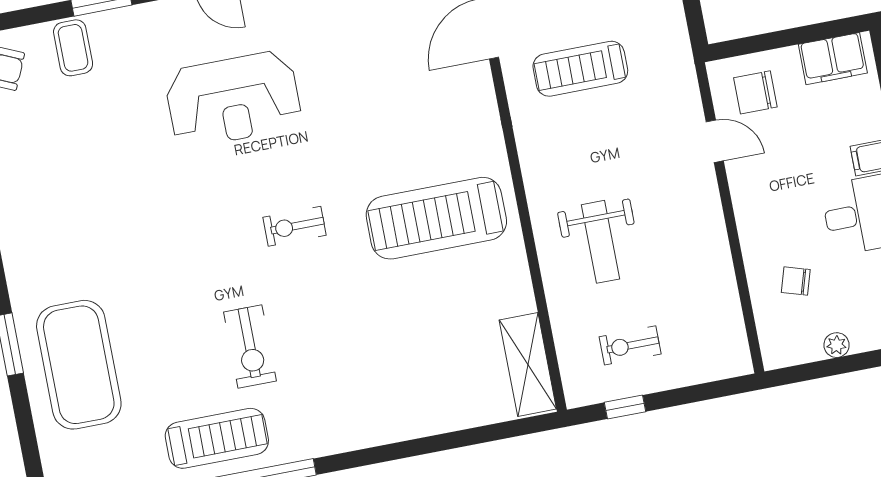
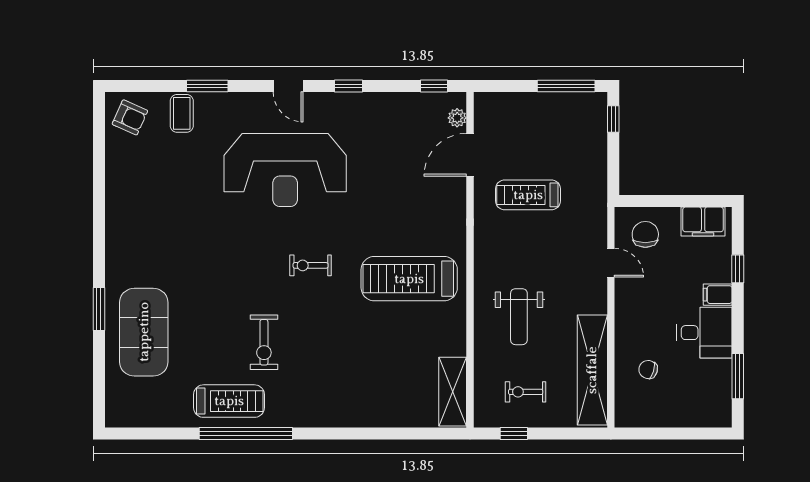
chair: (755, 92) -> (645, 234), turned 90
reception desk: (233, 99) -> (285, 170), width x1.36, depth x1.30
shelving: (718, 297) -> (592, 370), added
plant: (837, 345) -> (668, 419), removed

